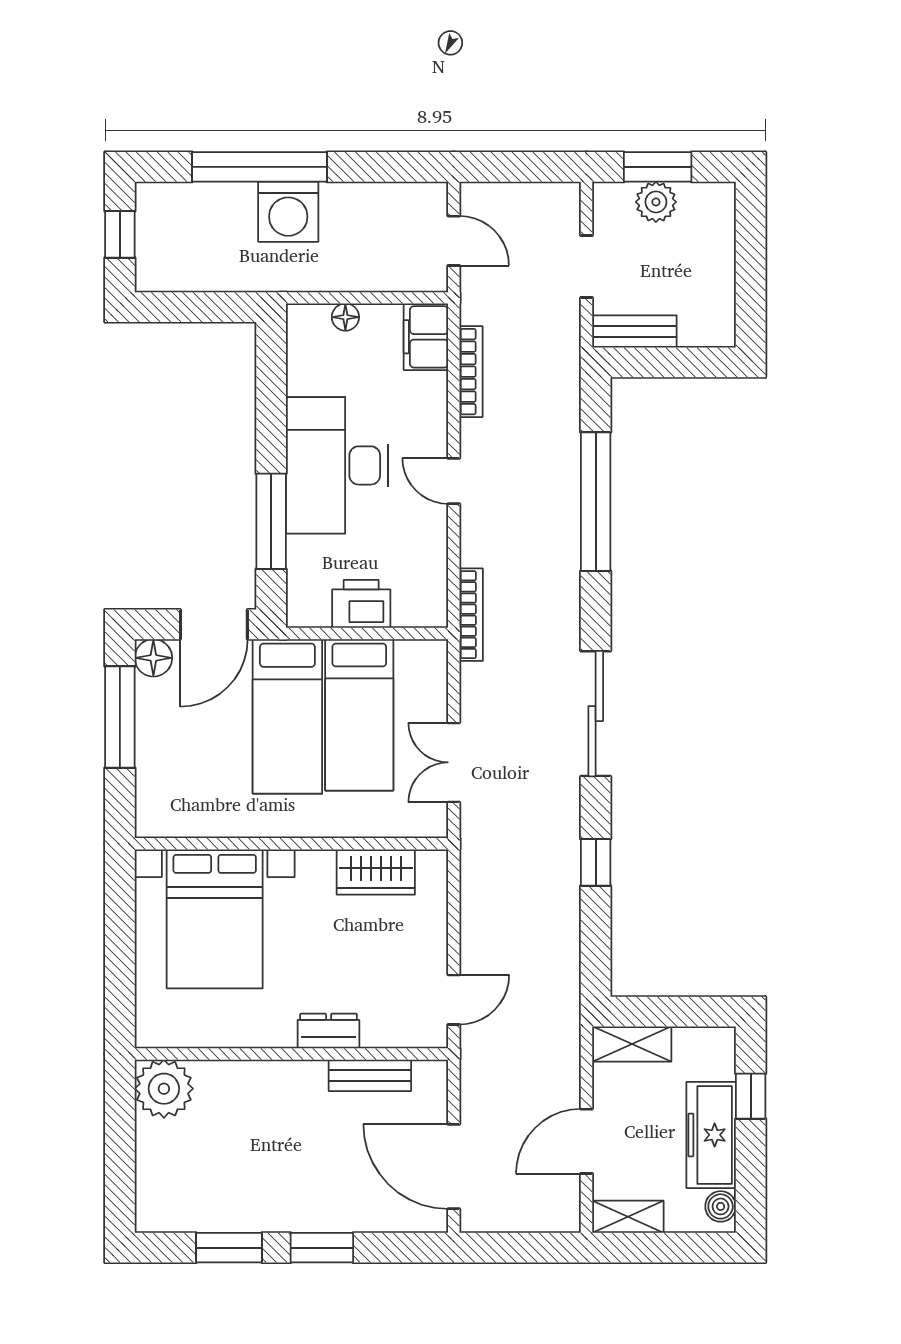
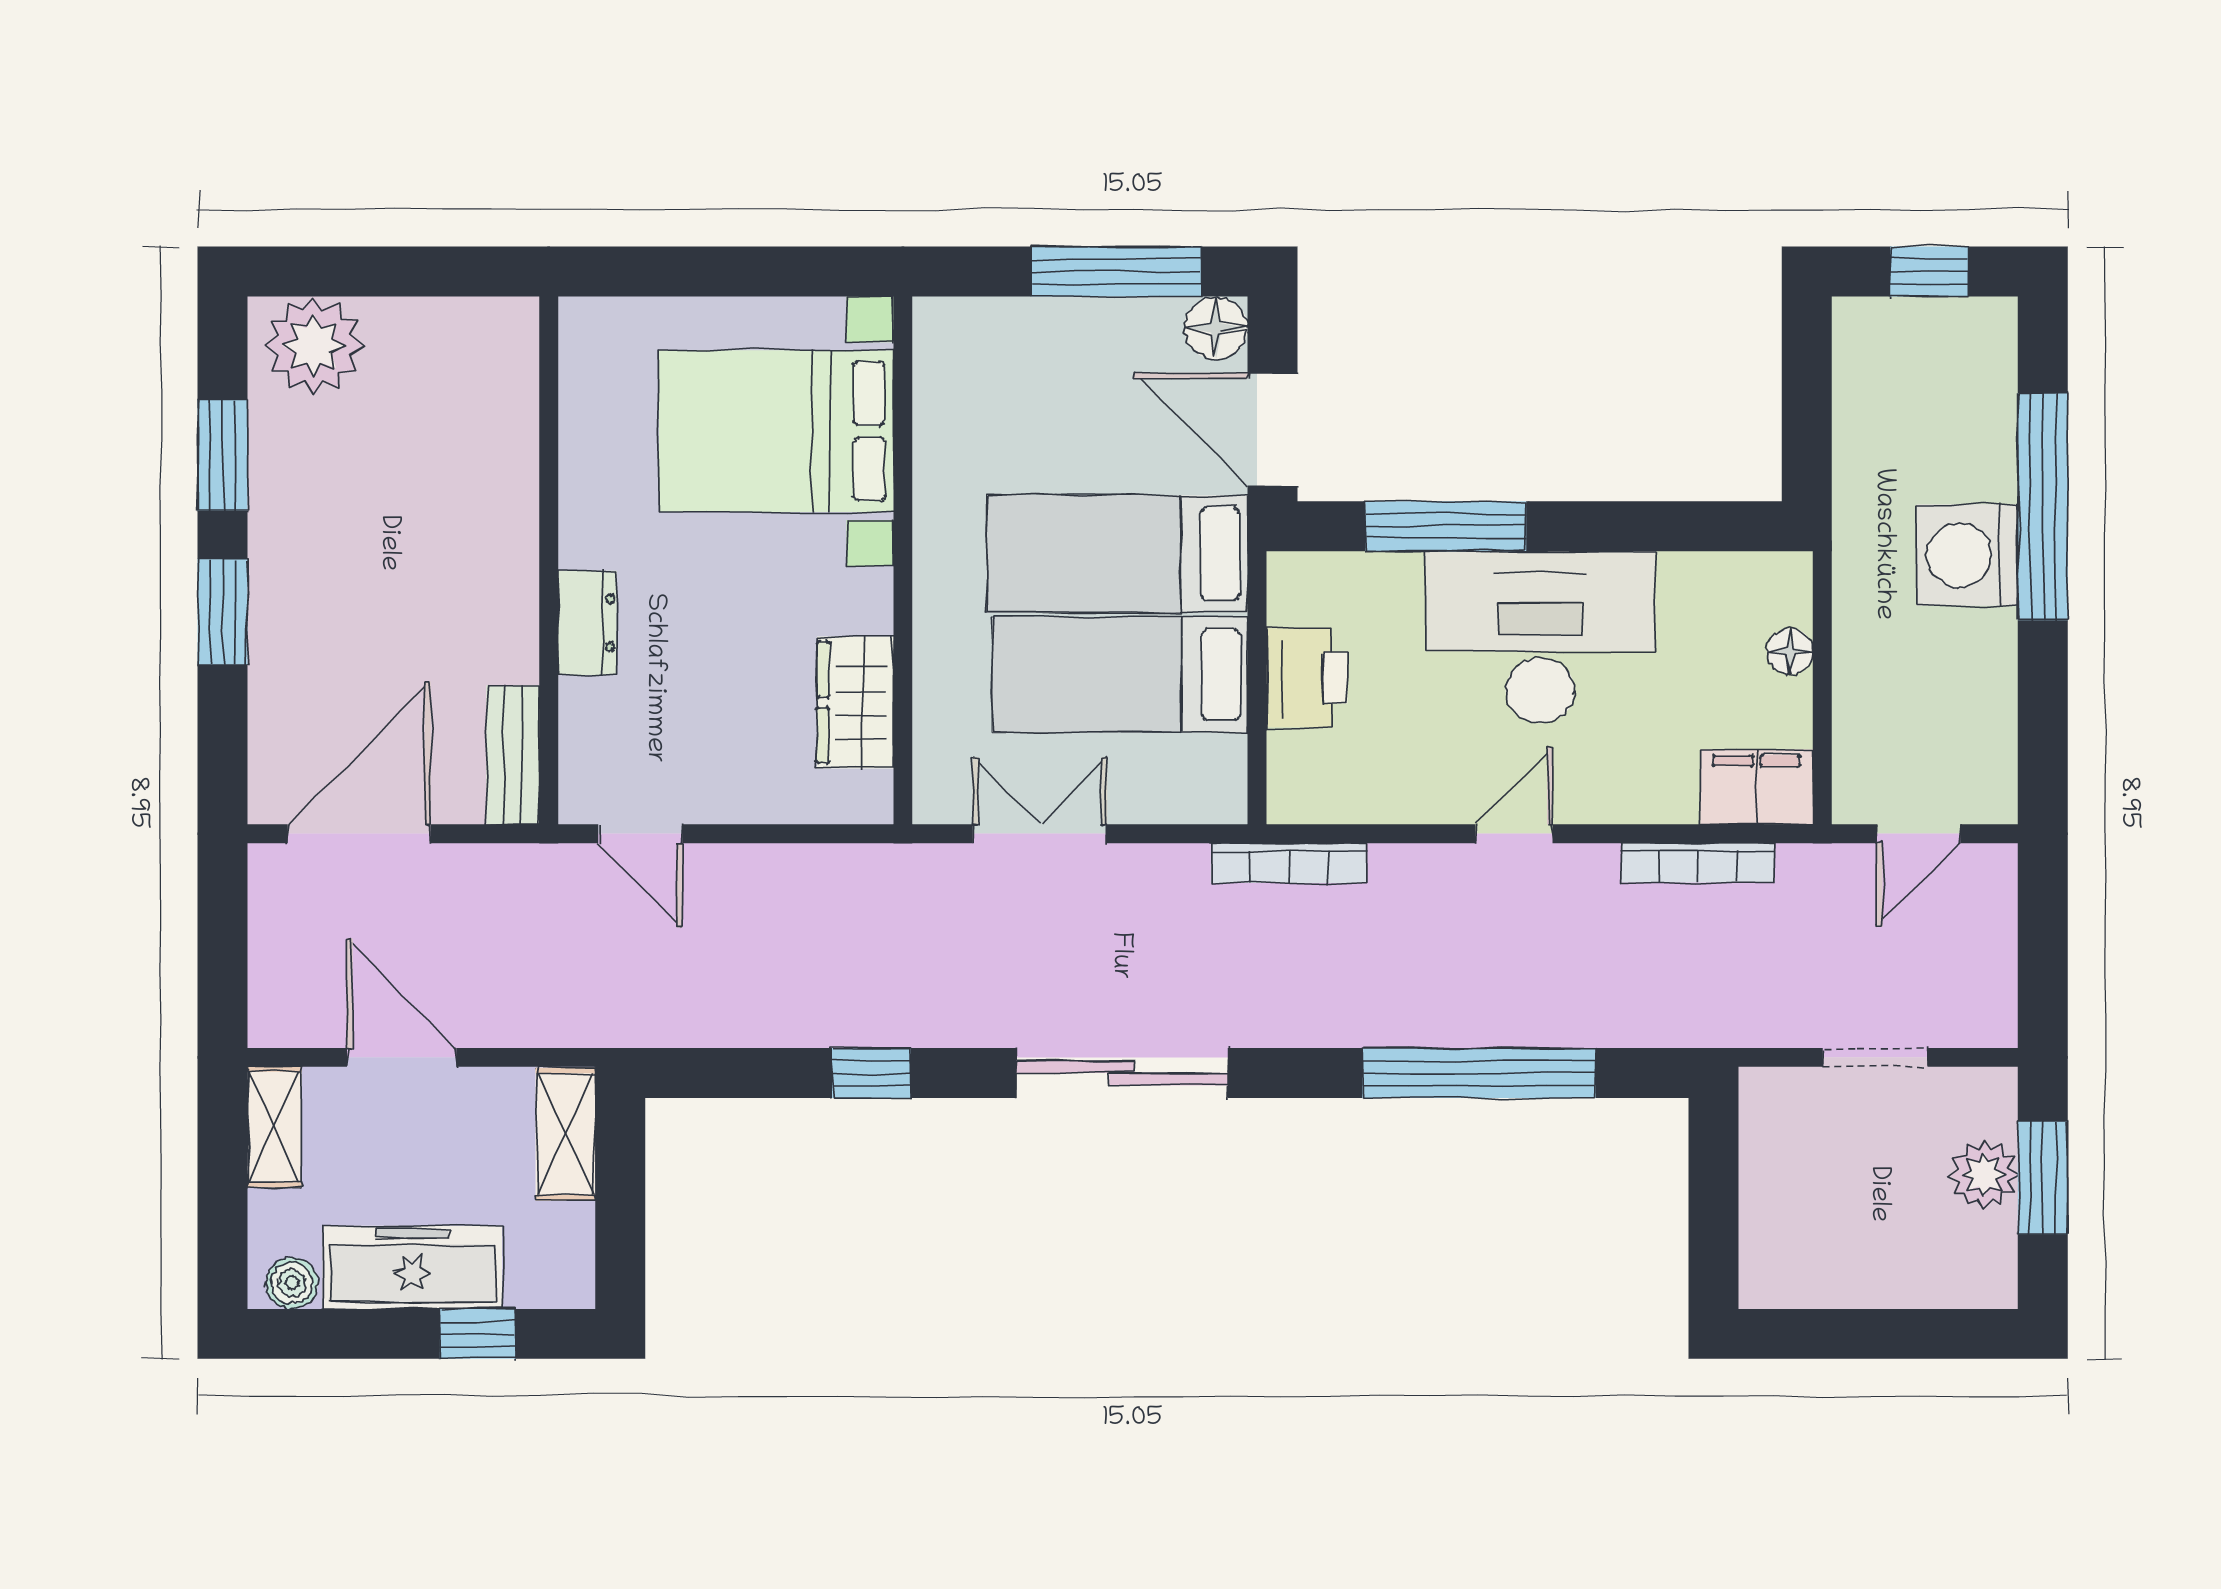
bench: (634, 332) -> (1766, 1138), removed
bench: (370, 1075) -> (513, 755), moved
plant: (164, 1089) -> (314, 346), moved

